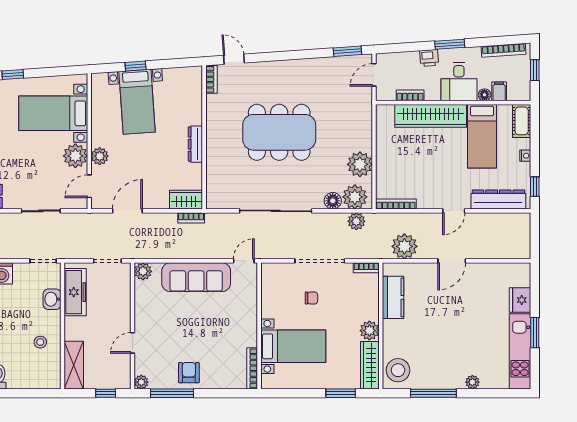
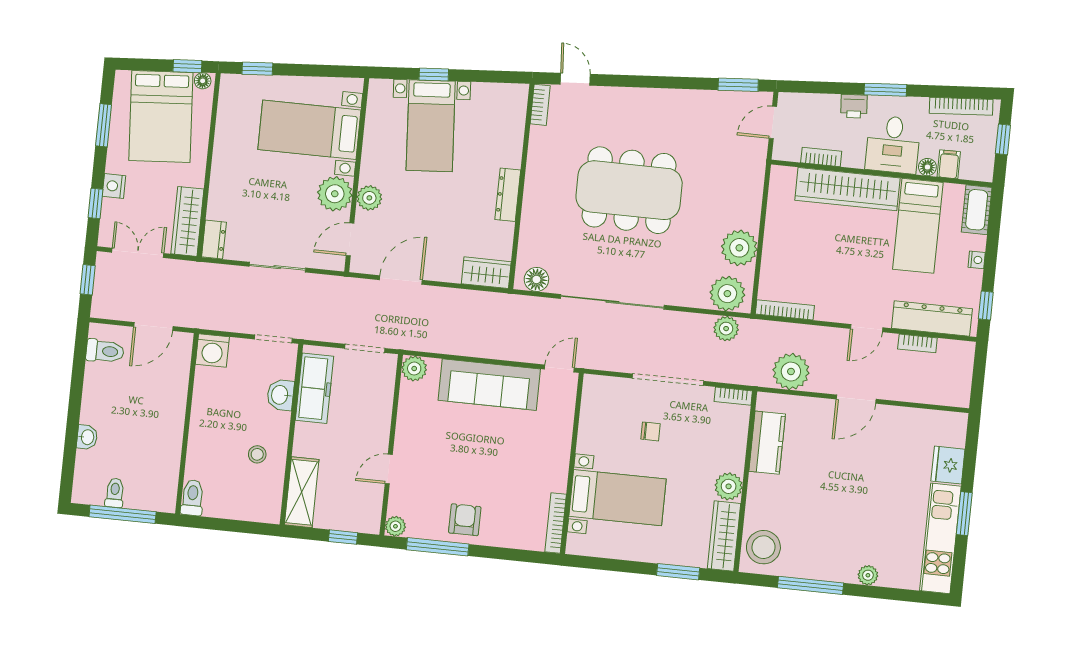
floor lamp: (333, 201) -> (536, 279), moved
bookcase: (191, 218) -> (917, 343), moved

